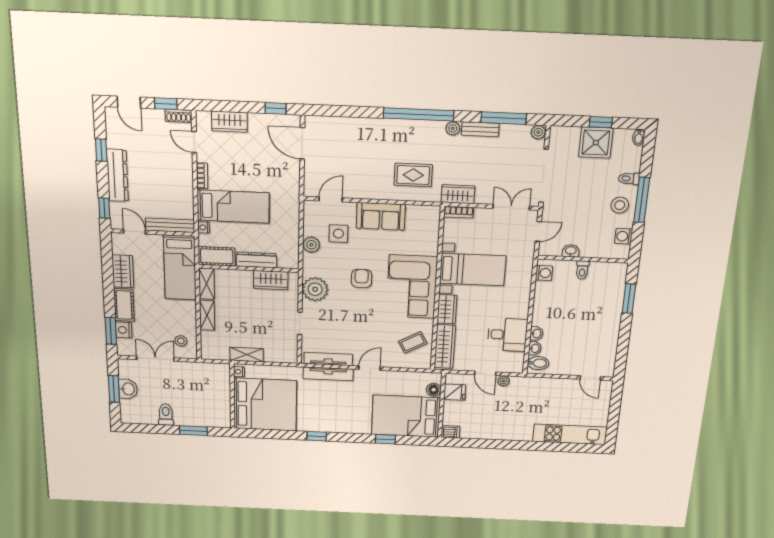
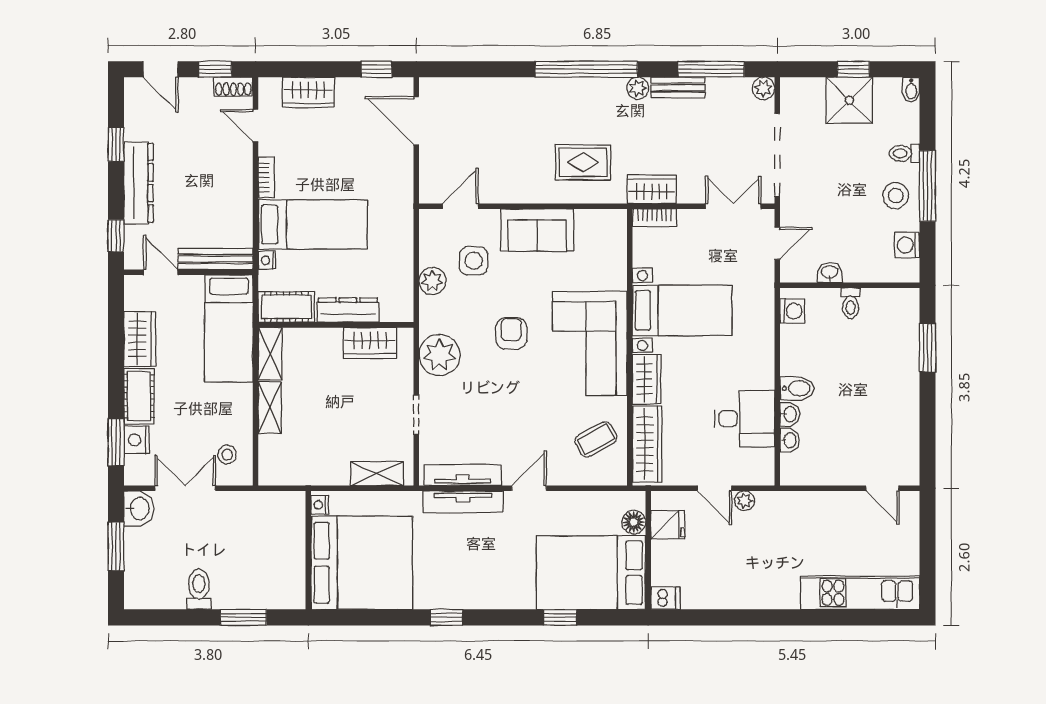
shelving: (247, 355) -> (377, 474), moved
bidet: (538, 363) -> (797, 388), moved
washbasin: (128, 389) -> (139, 509), moved

